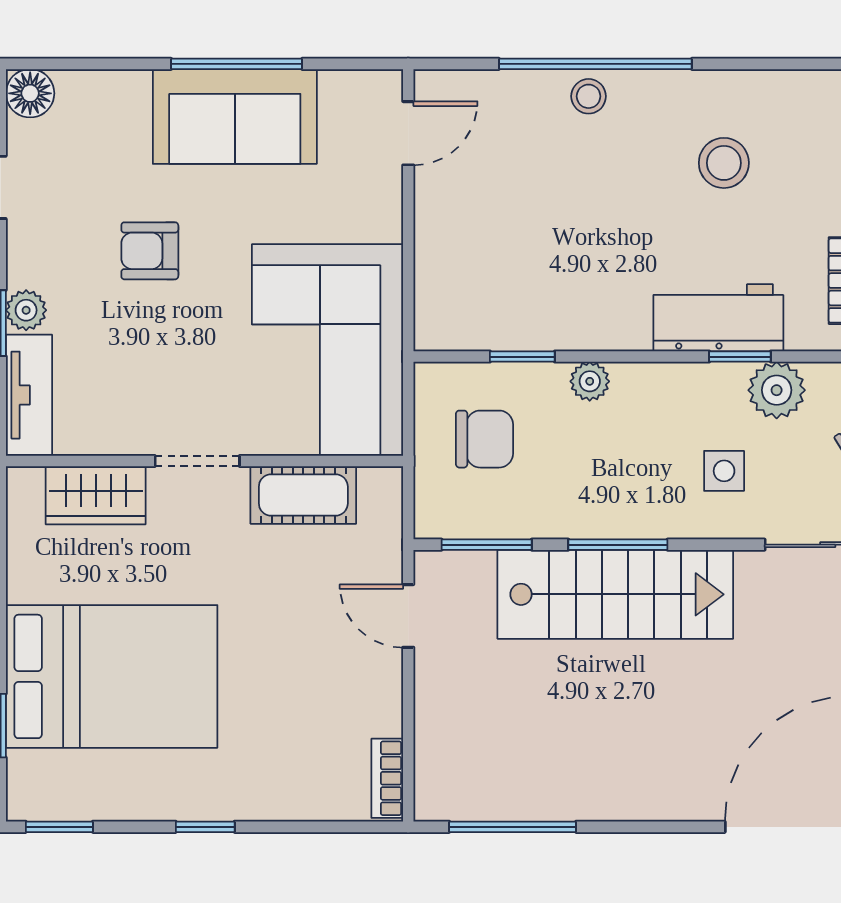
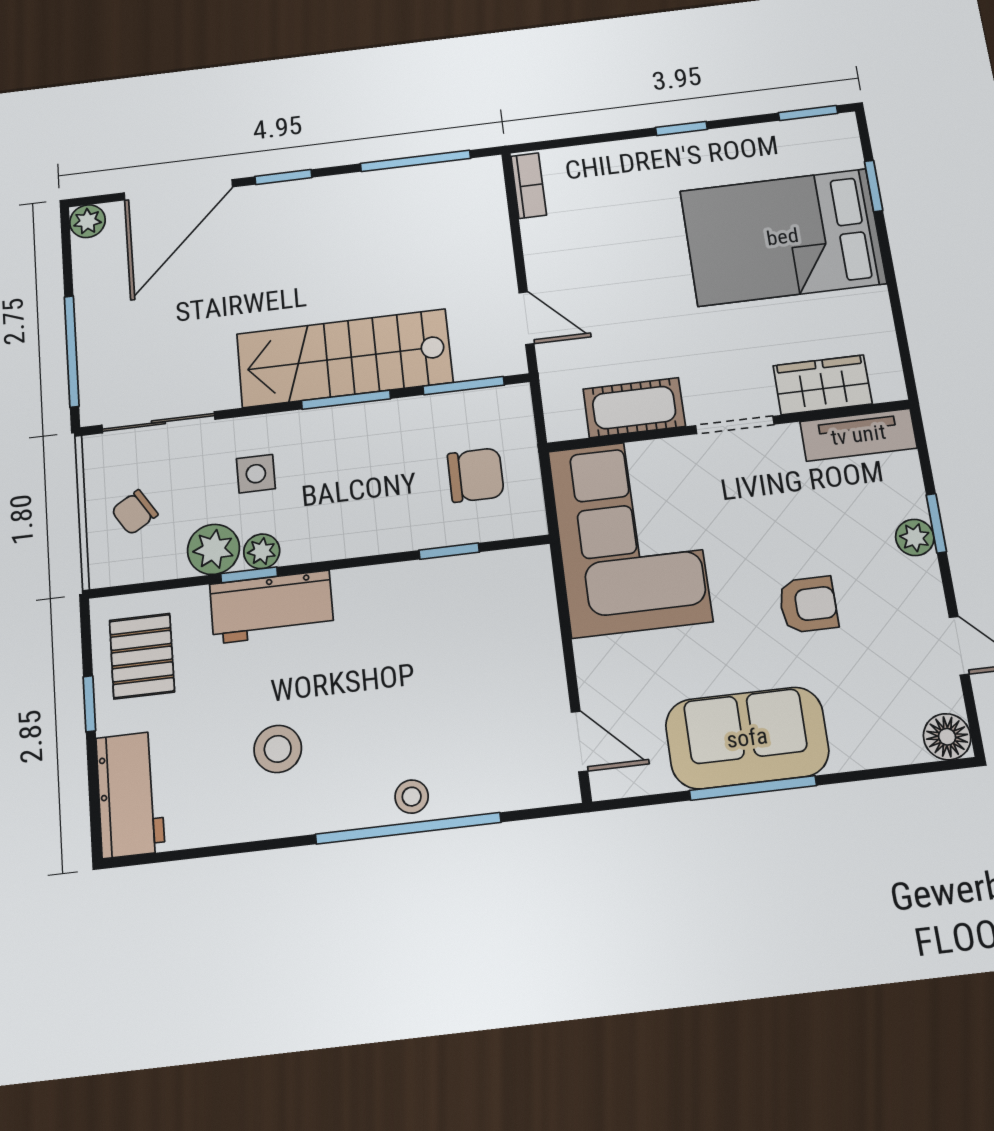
door: (408, 133) -> (579, 741), swing flipped
plant: (590, 381) -> (262, 551), moved
tv unit: (29, 395) -> (858, 435), moved, turned -90
chair: (484, 439) -> (476, 475), turned 180
window: (666, 827) -> (283, 177), added

